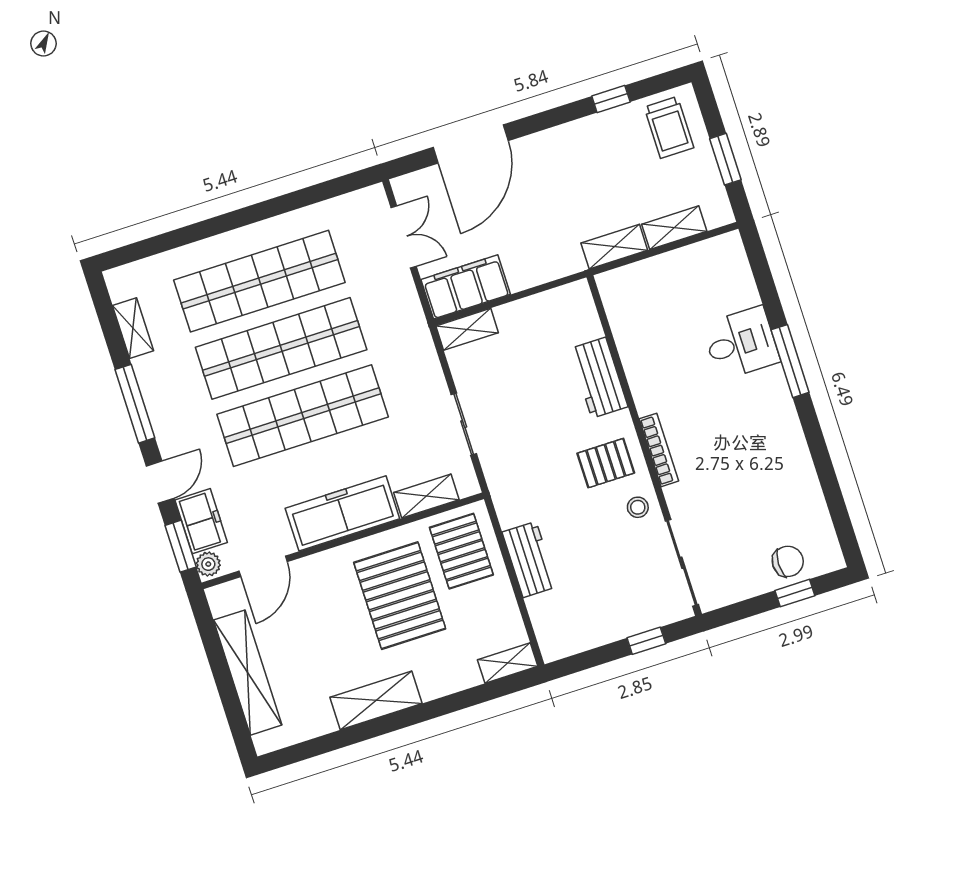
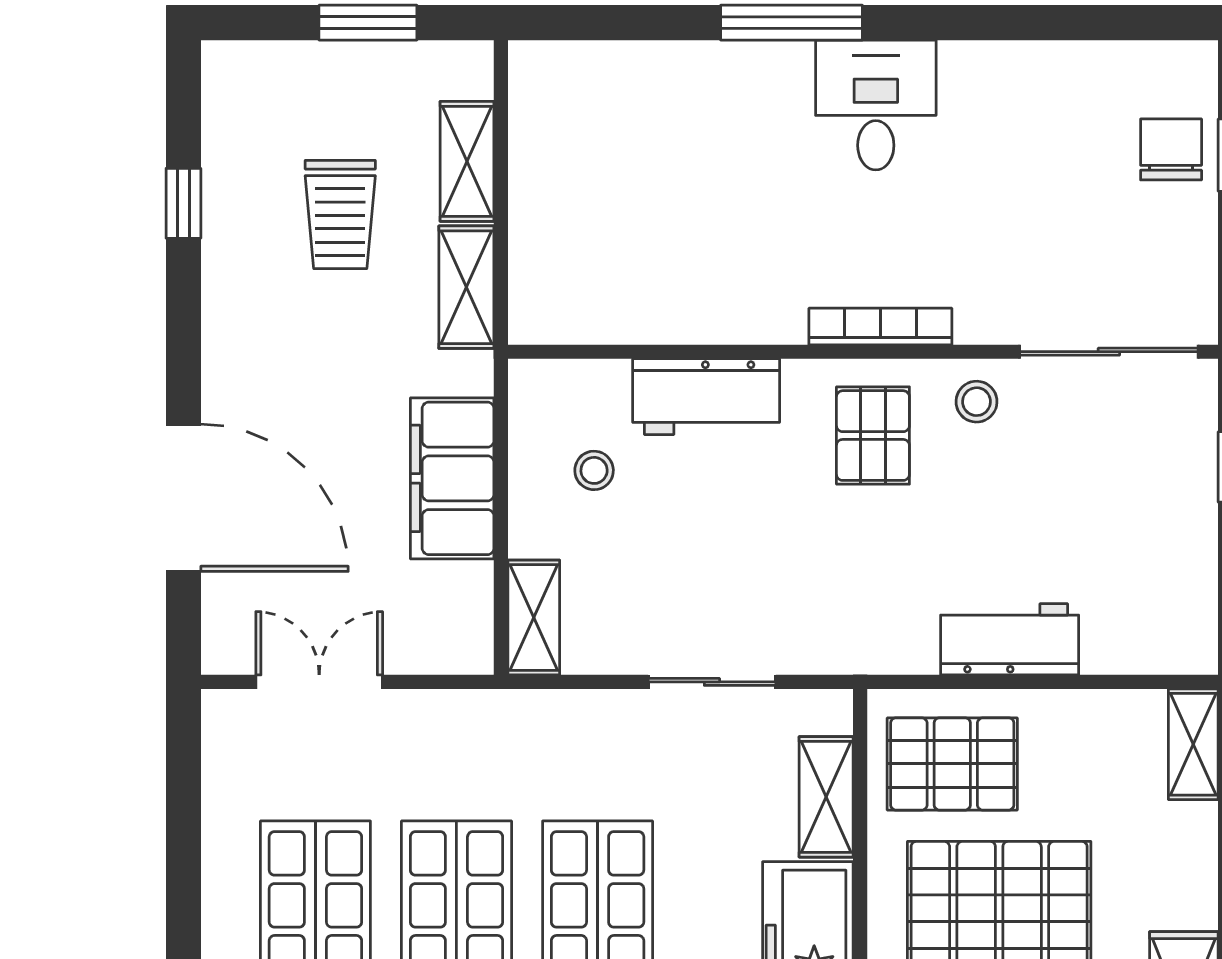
trolley: (669, 127) -> (340, 215), moved, turned 90
filing cabinet: (466, 287) -> (452, 478), moved
stool: (546, 336) -> (594, 470), added
desk: (741, 343) -> (876, 105), moved

